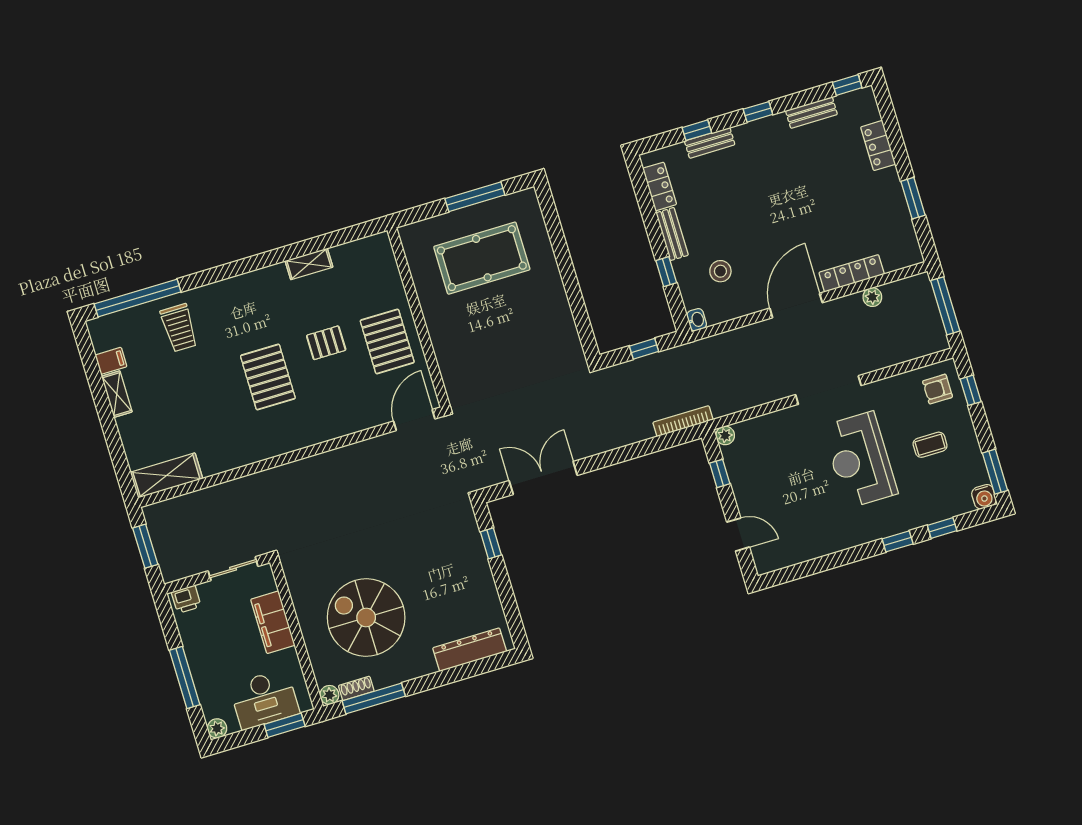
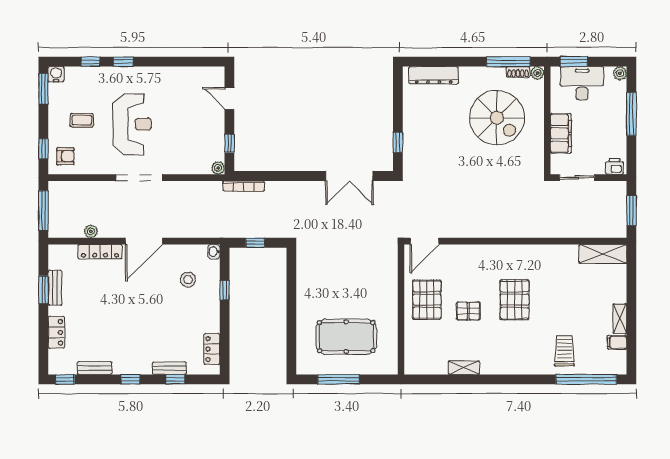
bench: (672, 234) -> (55, 288), moved

